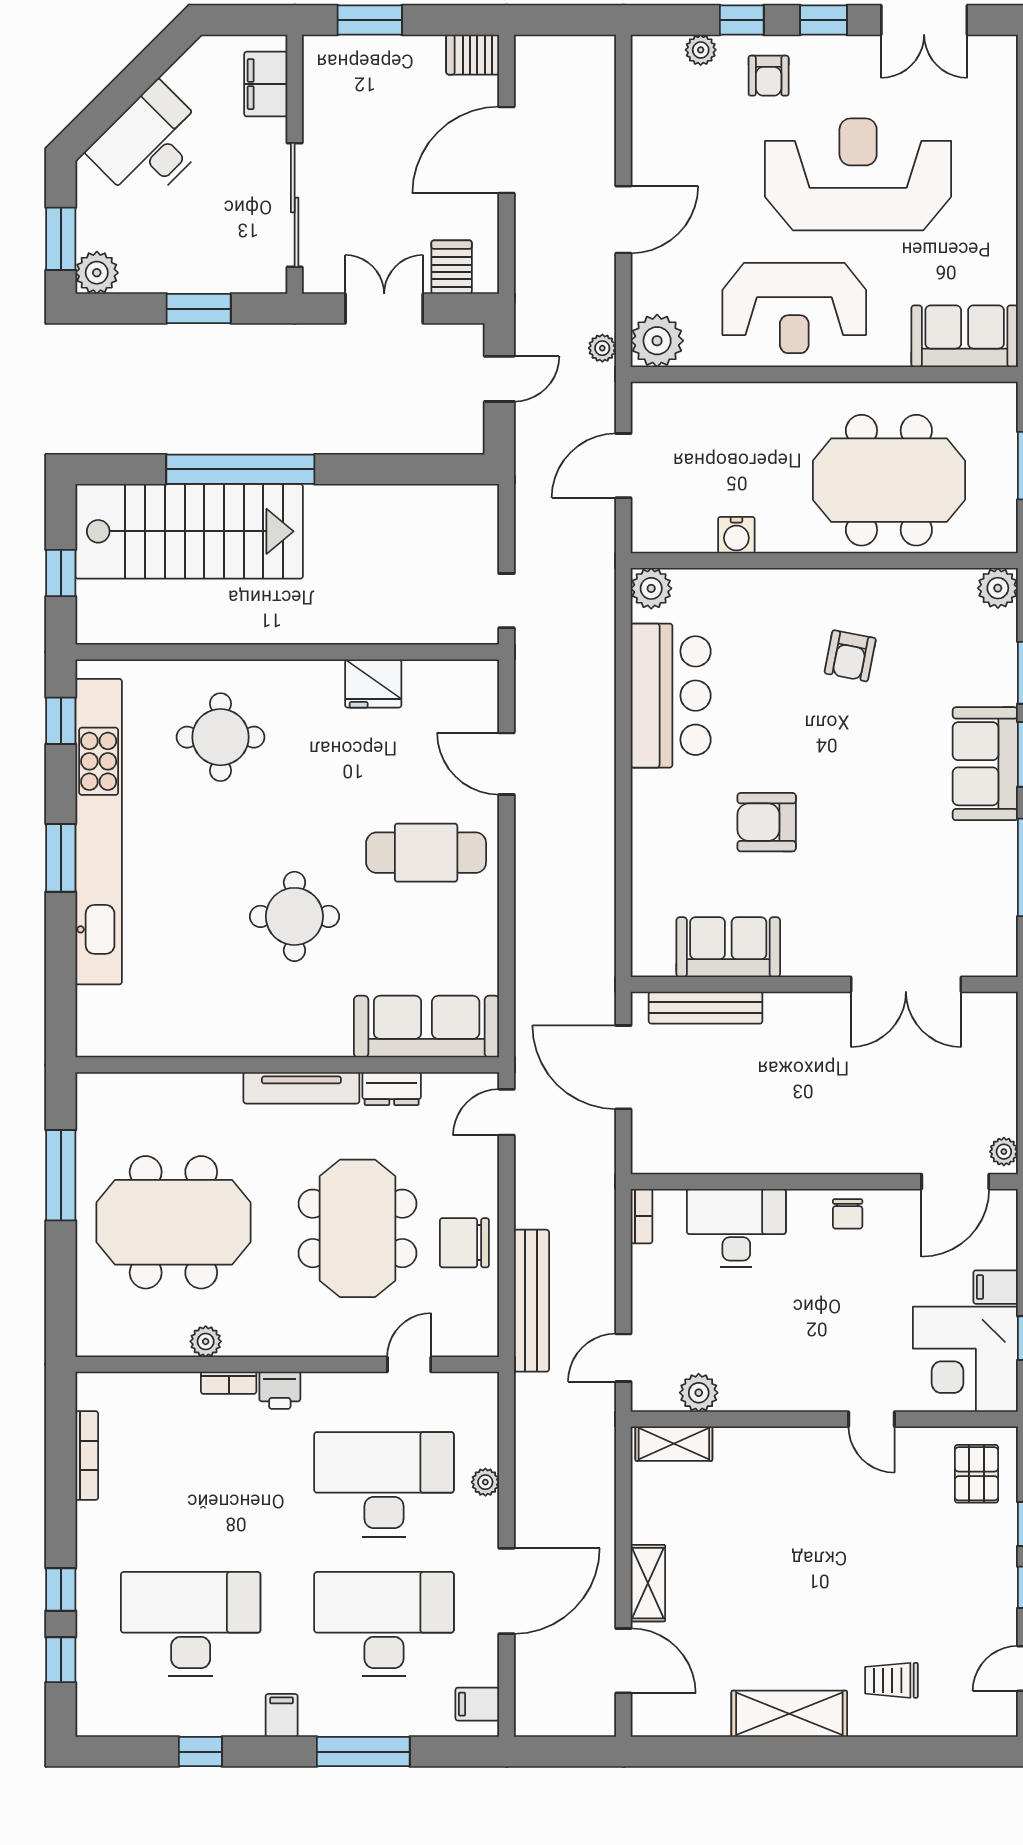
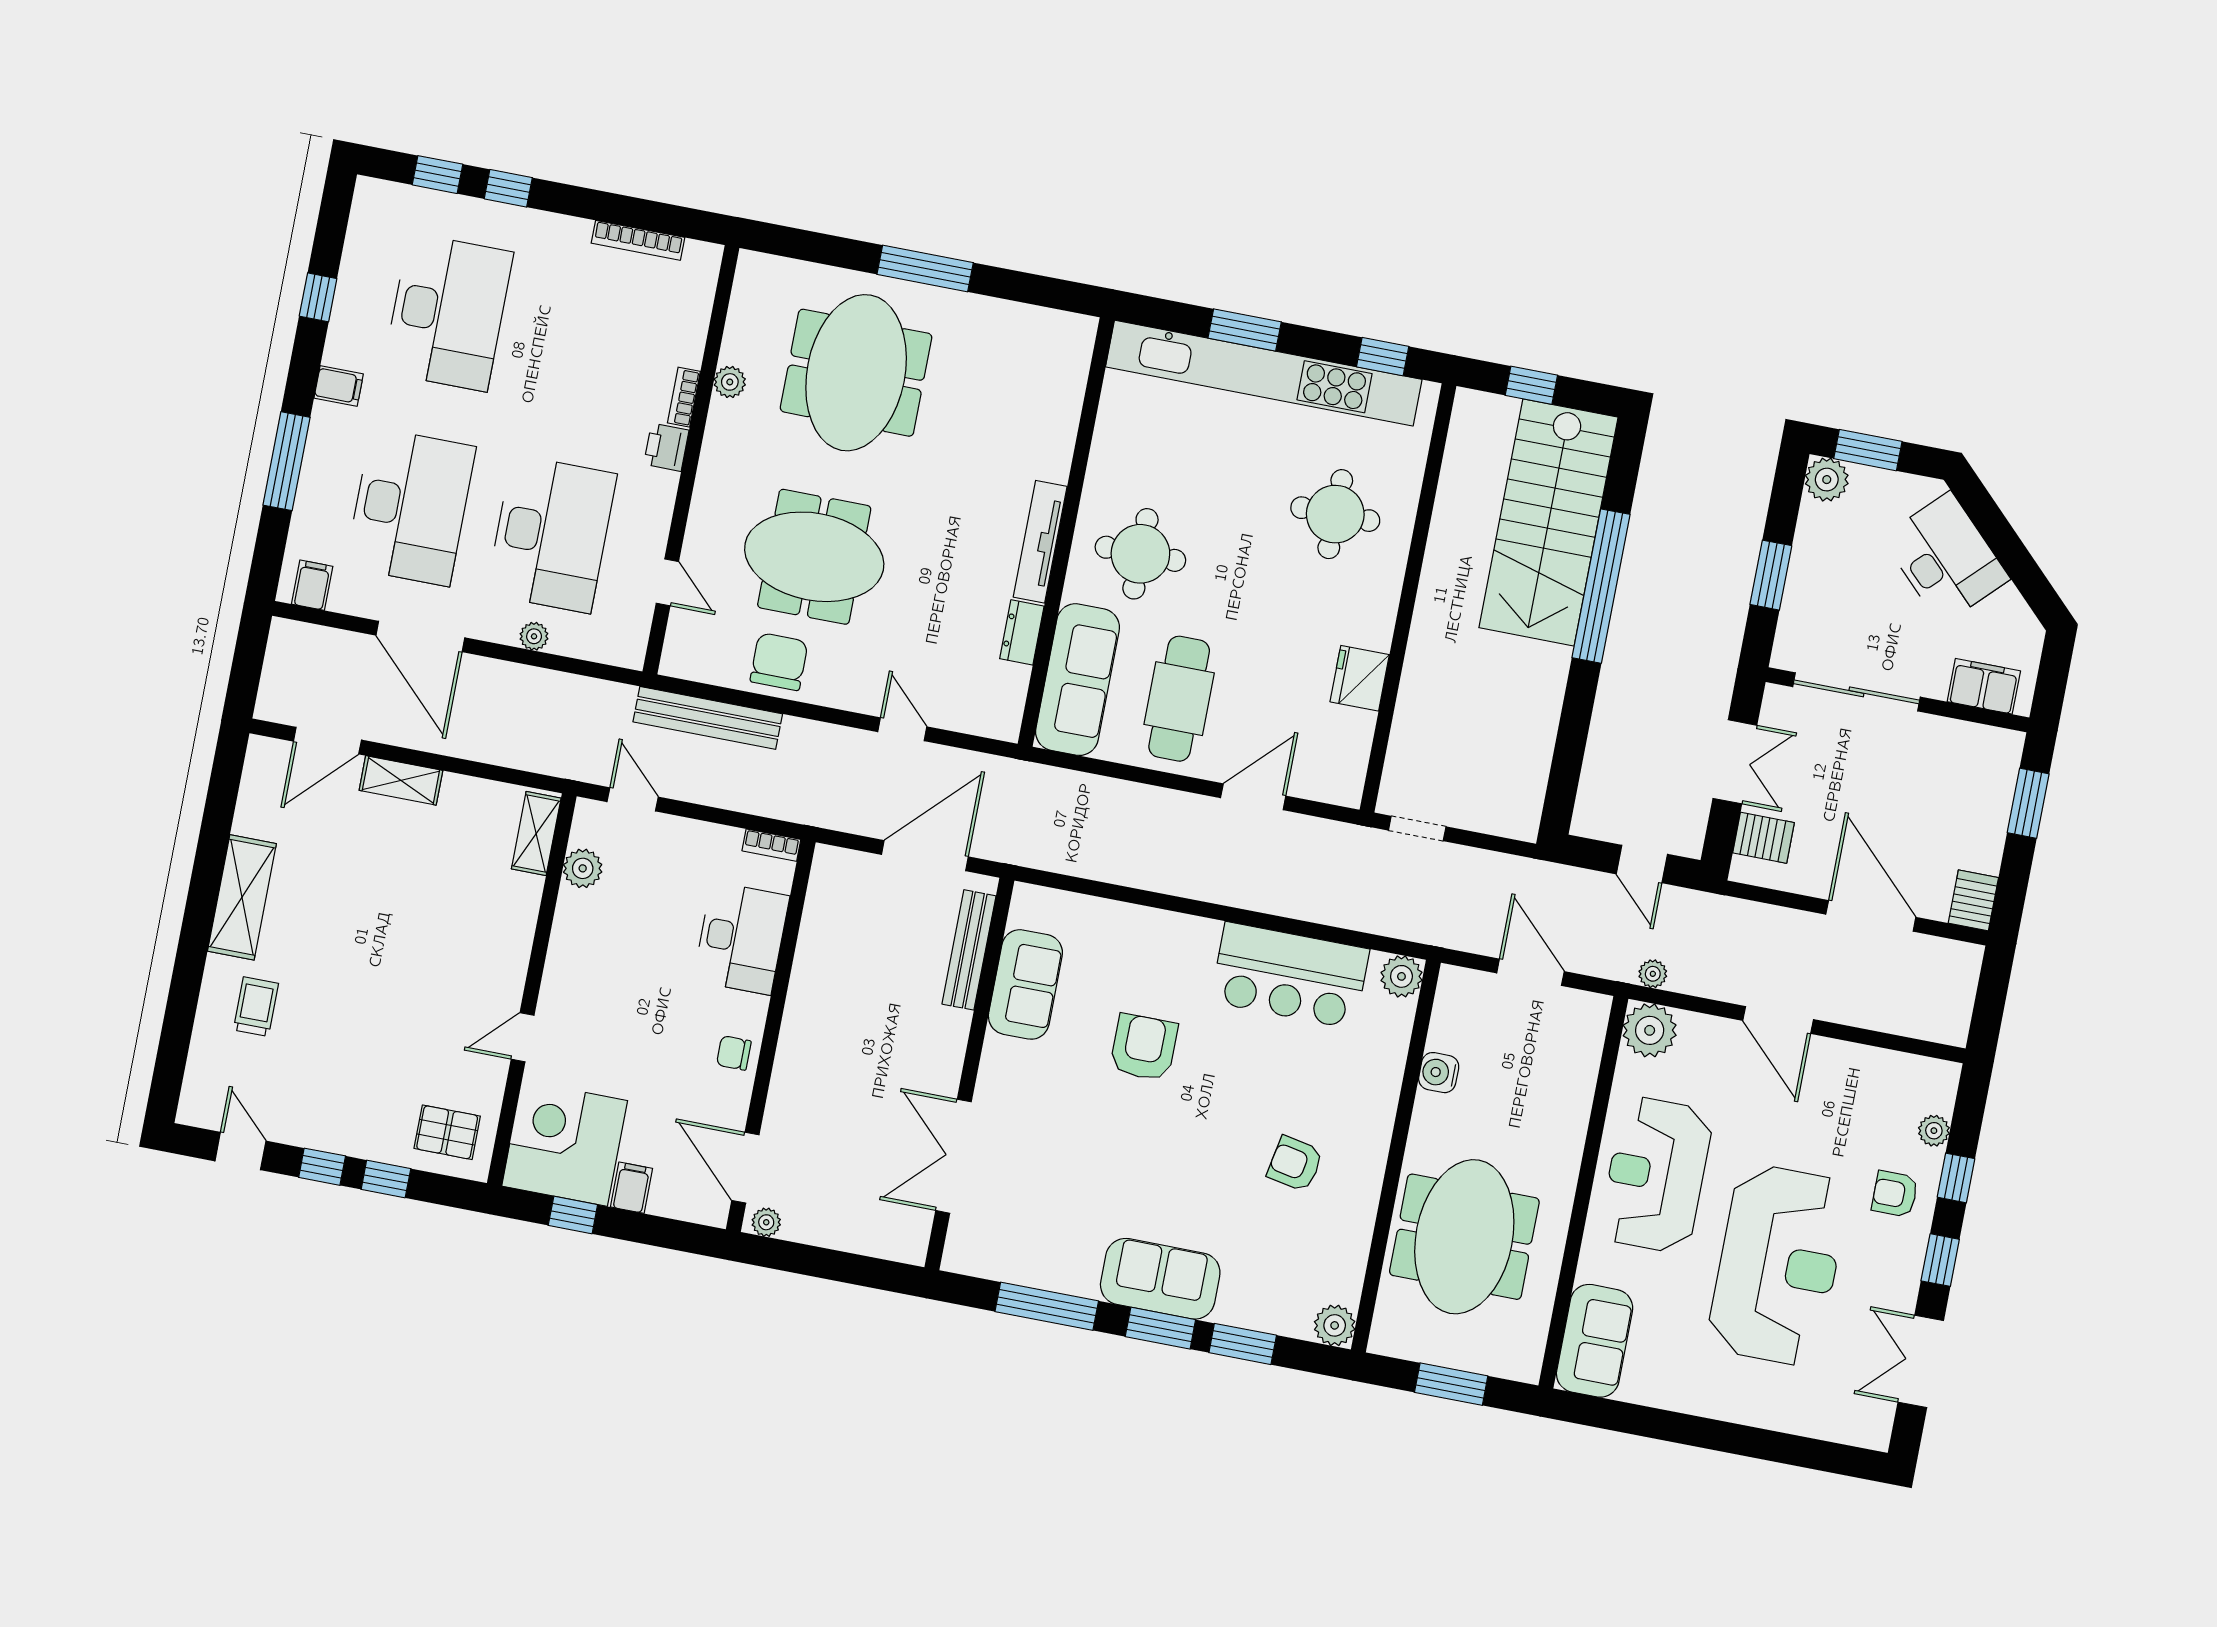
sofa: (427, 1027) -> (1077, 680), moved
wall: (287, 1065) -> (1066, 532), moved
tv unit: (301, 1088) -> (1040, 542), moved
dresser: (392, 1089) -> (1022, 632), moved

